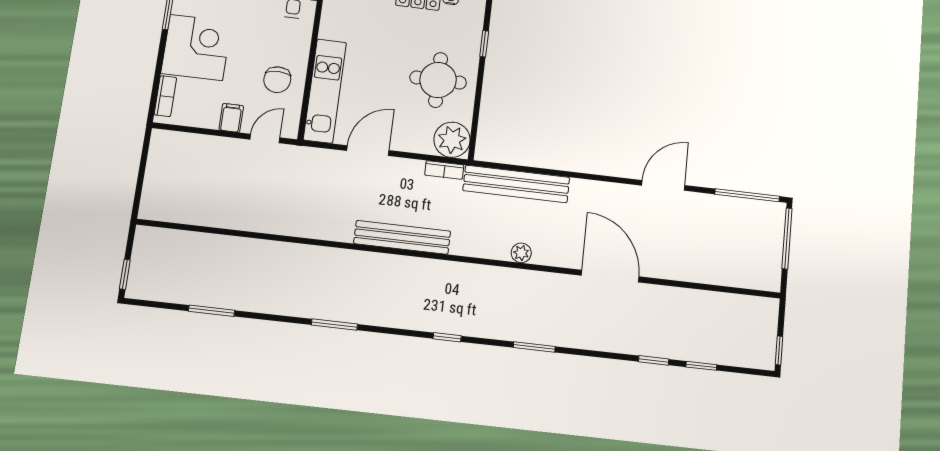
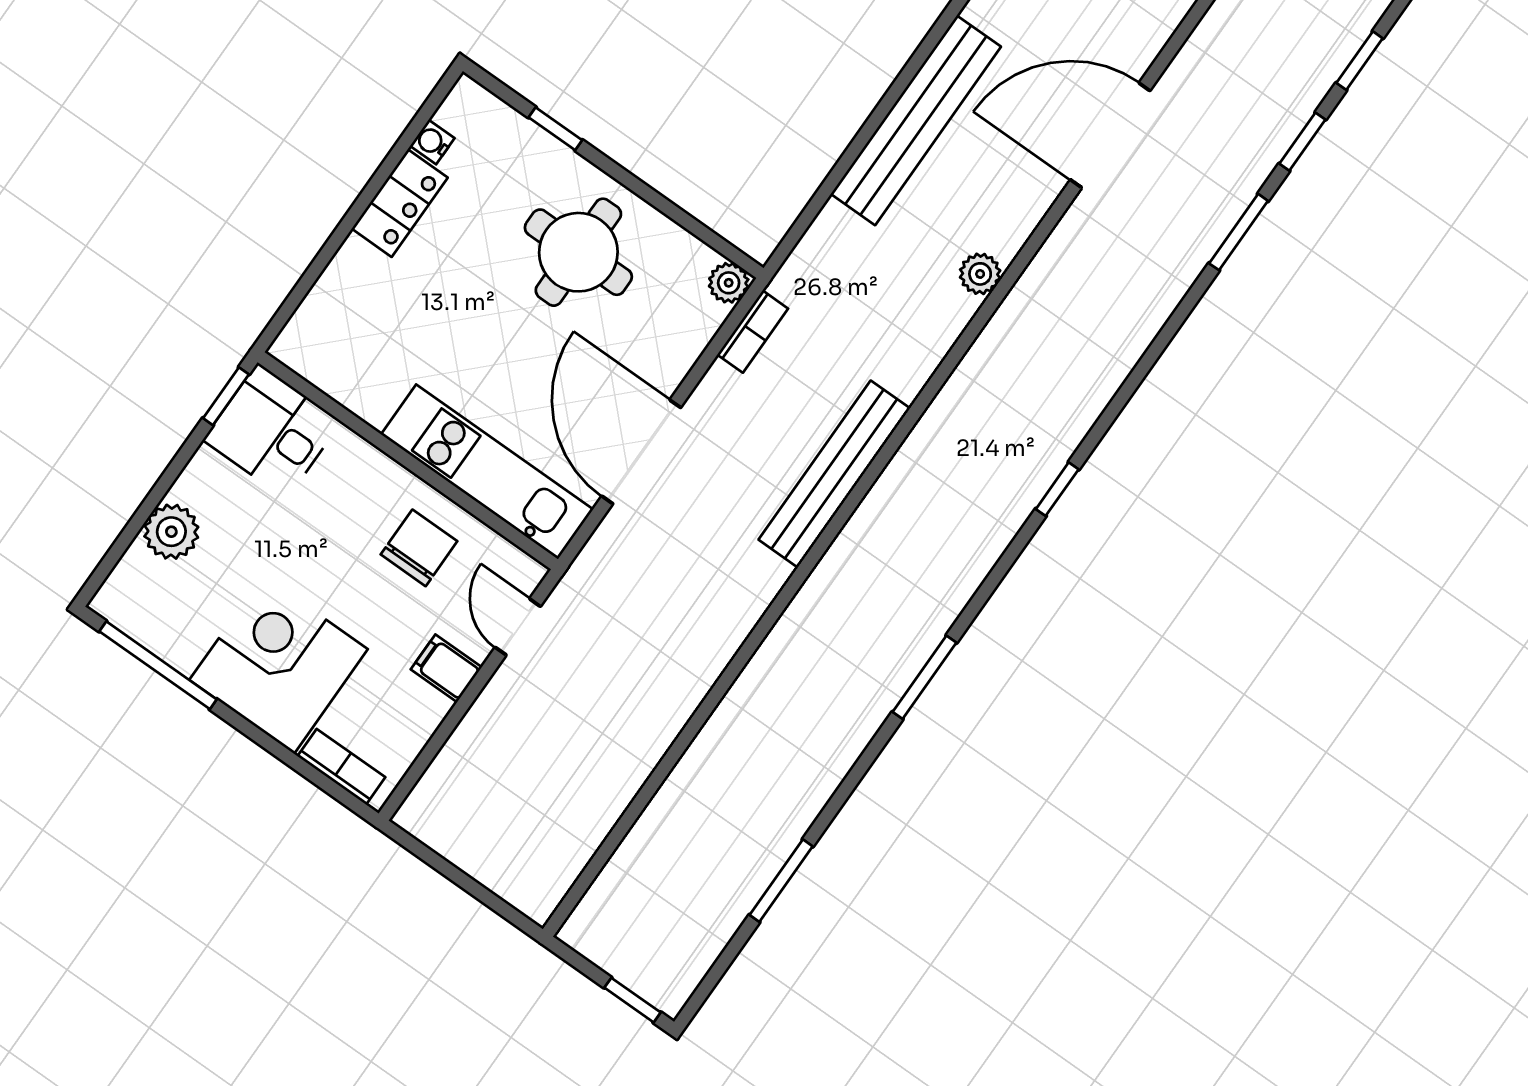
chair: (277, 80) -> (419, 548), turned -90
plant: (452, 140) -> (729, 283), width x0.53, depth x0.53
door: (368, 151) -> (641, 452), width x1.36
bench: (516, 184) -> (916, 120), moved
window: (534, 347) -> (1239, 232), moved

